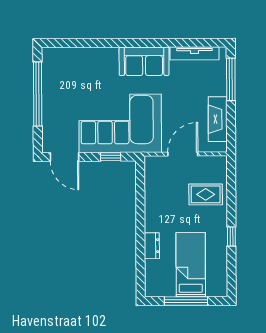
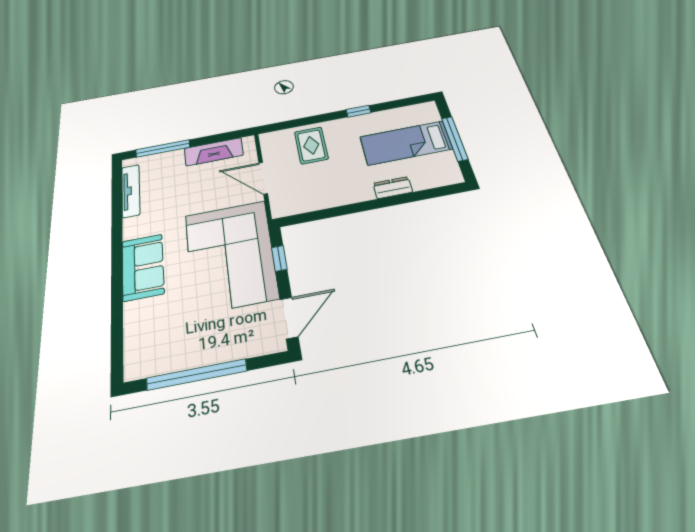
sofa: (144, 61) -> (143, 267), moved

